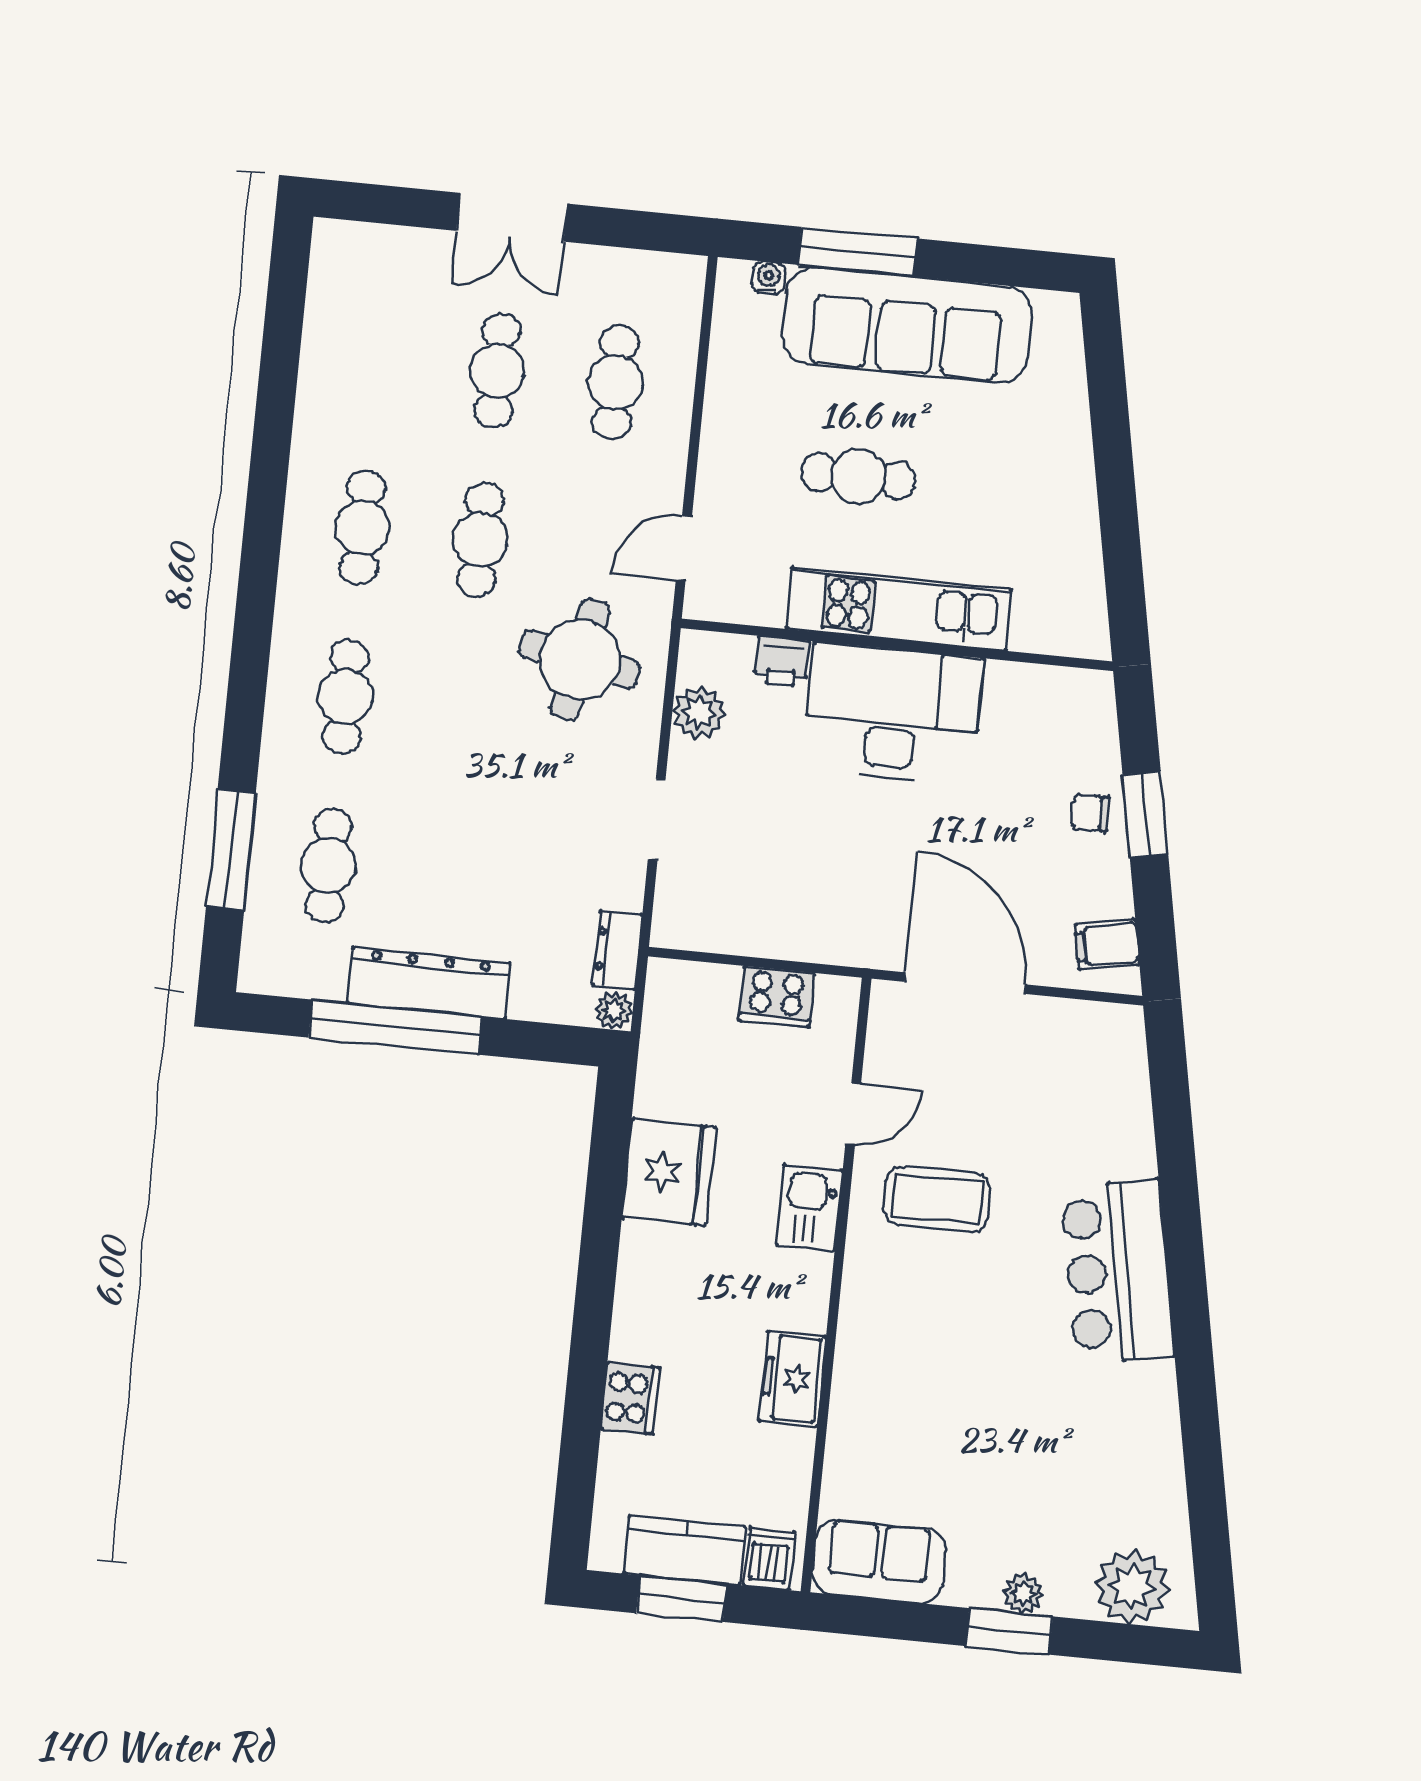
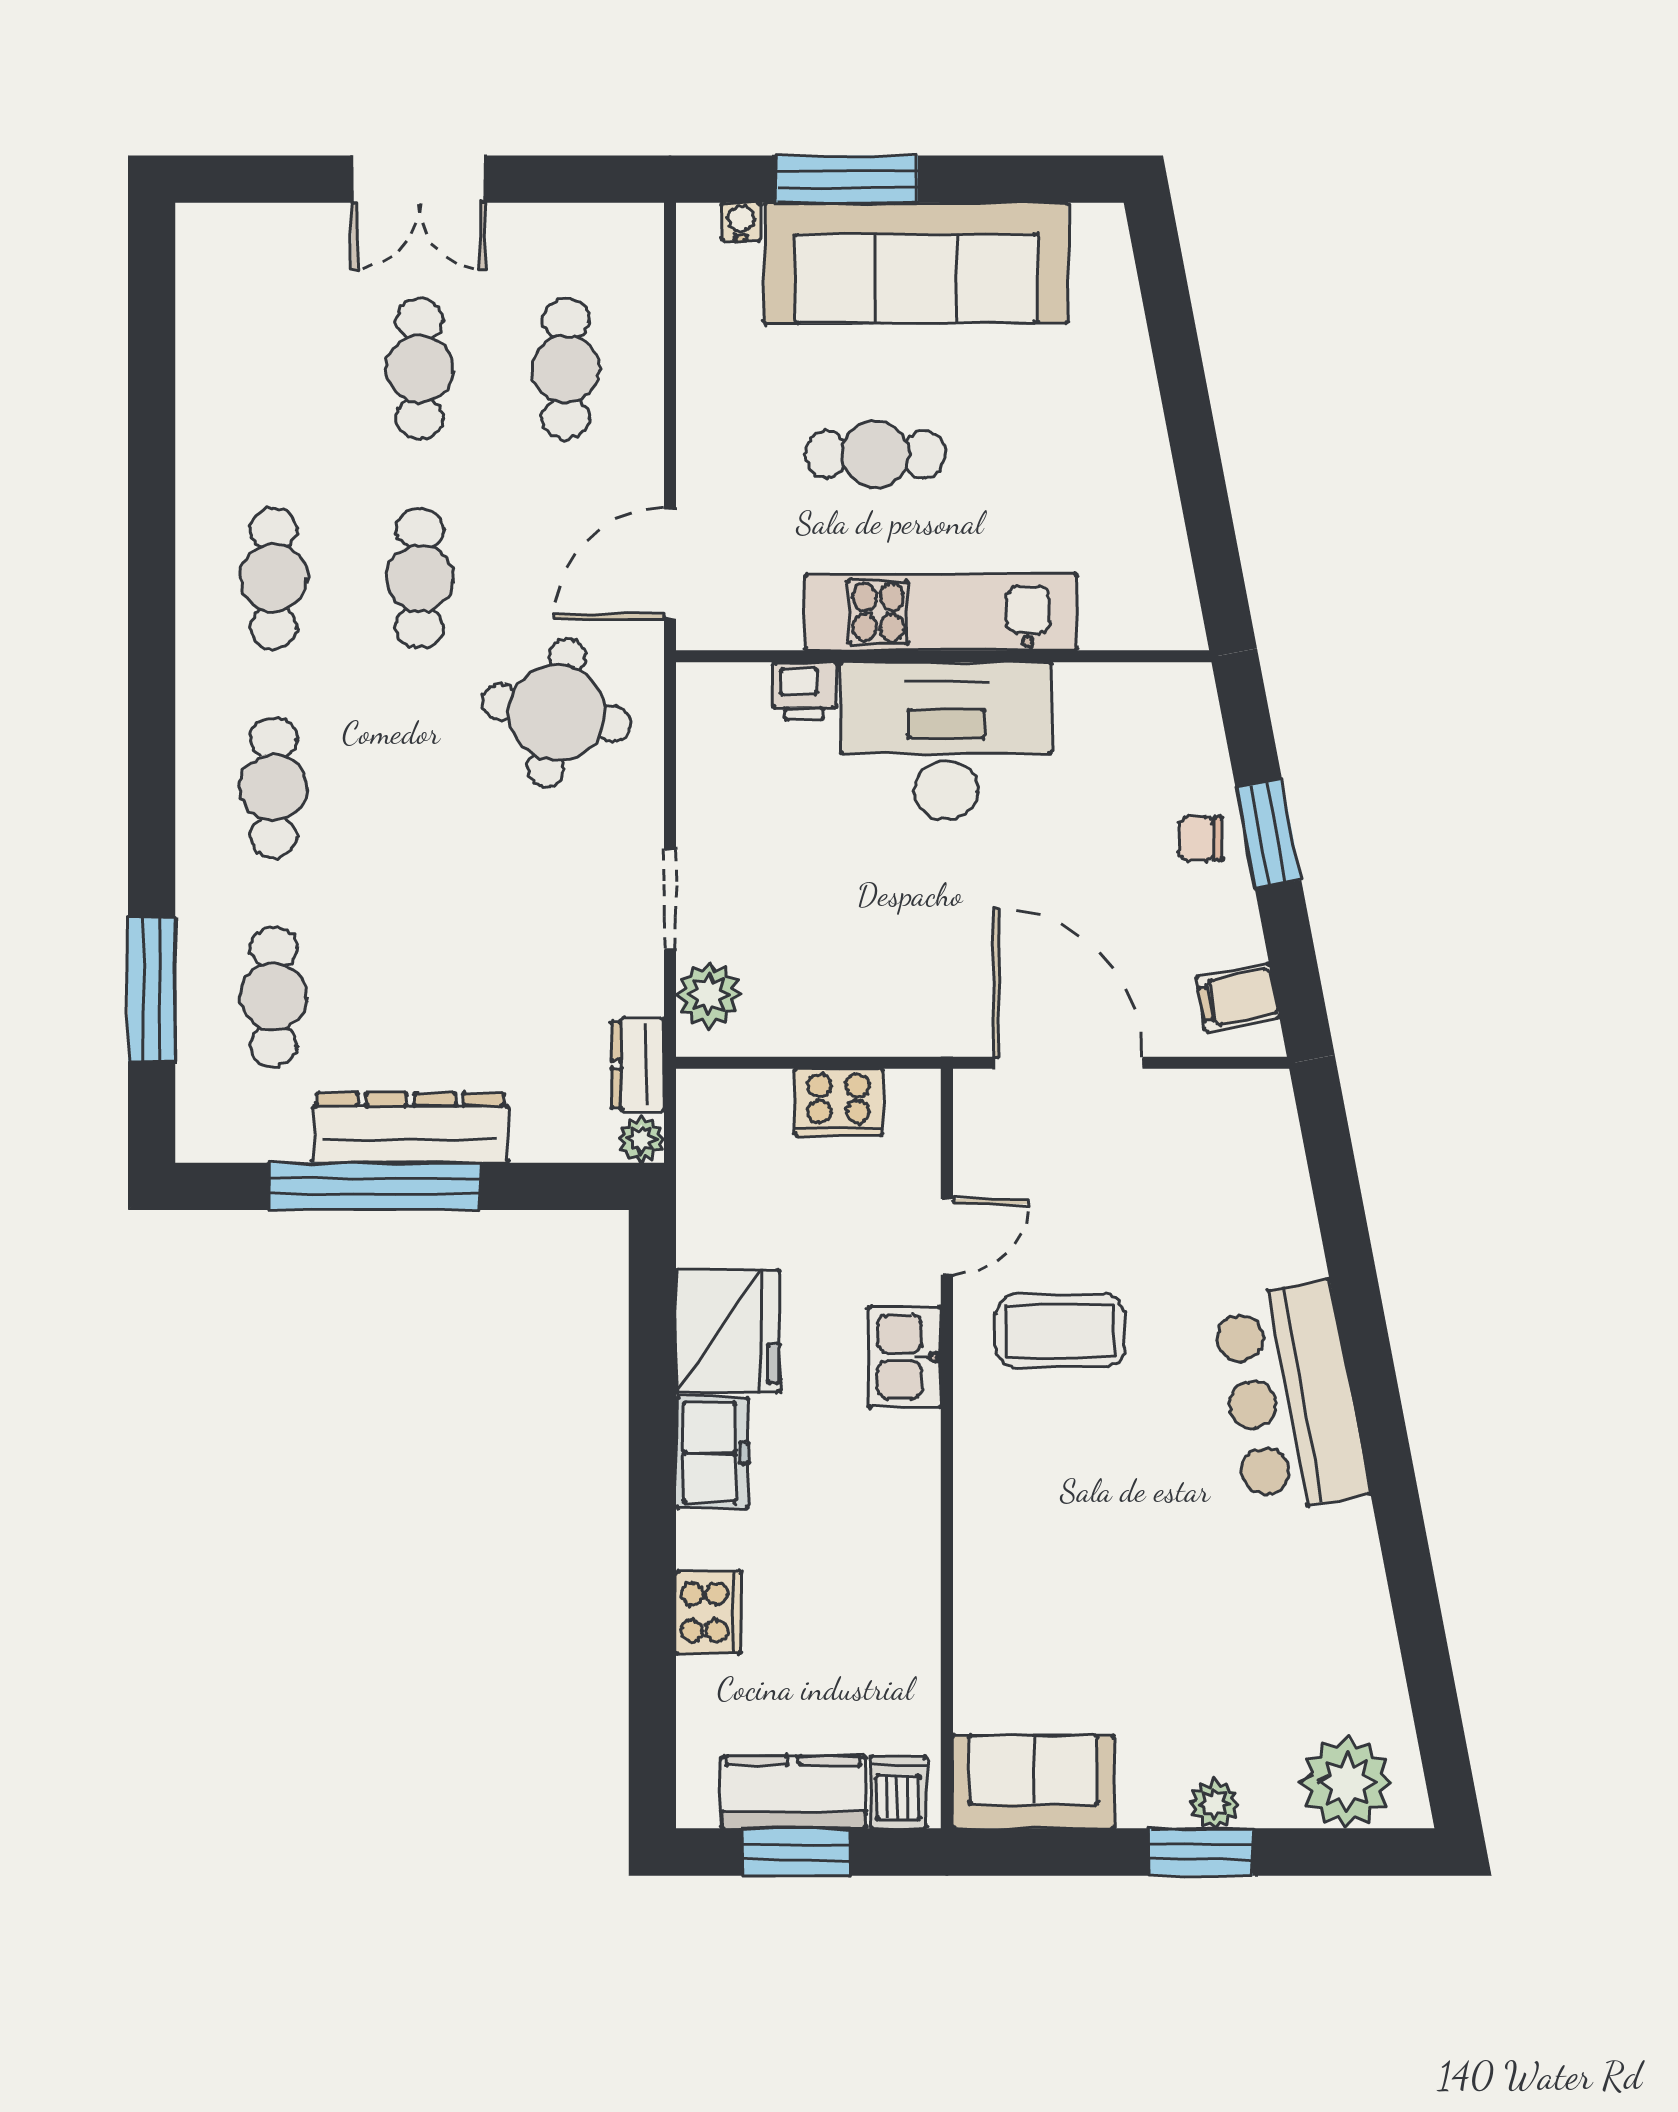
door: (684, 548) -> (670, 564), width x1.38
plant: (699, 713) -> (709, 995), moved
freezer: (792, 1379) -> (712, 1453), moved, turned 180

